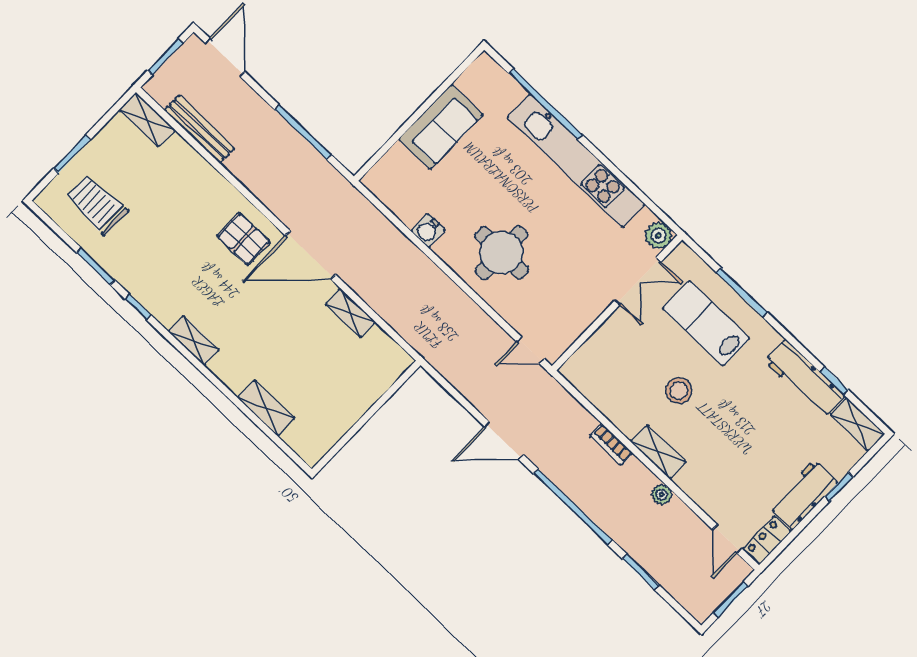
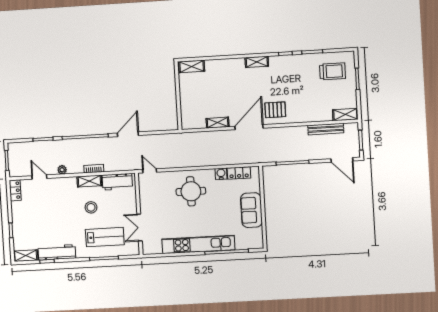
locker: (399, 203) -> (239, 173), added
plant: (658, 236) -> (148, 248), removed
door: (530, 350) -> (150, 171), hinge flipped
shelving: (266, 408) -> (192, 66), moved
shelving: (658, 452) -> (89, 181), moved
workbench: (803, 495) -> (117, 182), moved, turned 90
door: (727, 539) -> (39, 177), moved

